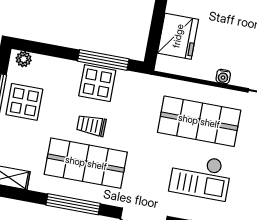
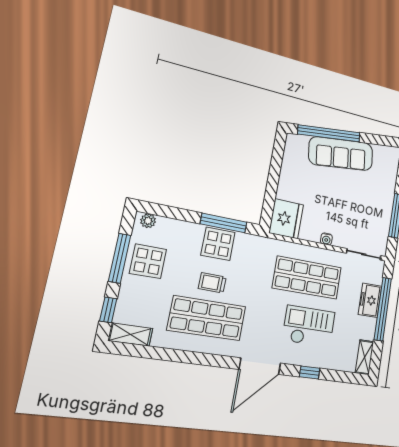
fridge: (178, 36) -> (286, 219), moved
checkout: (200, 176) -> (309, 326), turned 180
window: (73, 204) -> (194, 358), removed

